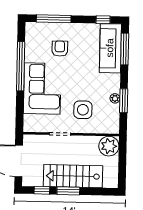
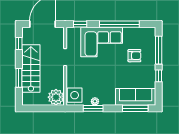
window: (103, 20) -> (159, 76), moved
side table: (83, 110) -> (75, 95), moved
window: (20, 115) -> (80, 24), added
window: (68, 191) -> (19, 78), moved

